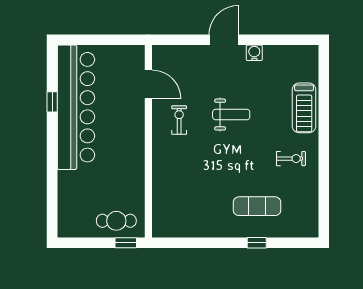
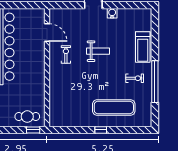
window: (324, 164) -> (155, 82), added
exercise mat: (257, 206) -> (114, 108), width x1.36, depth x1.45
window: (257, 243) -> (101, 130), moved

